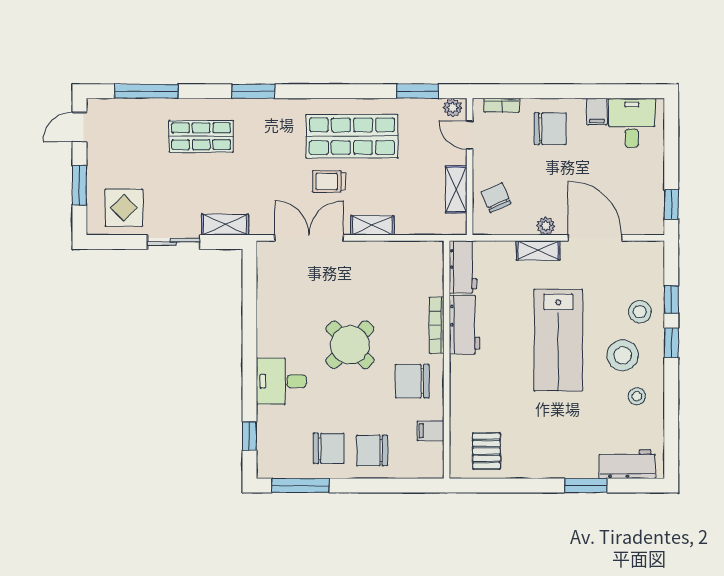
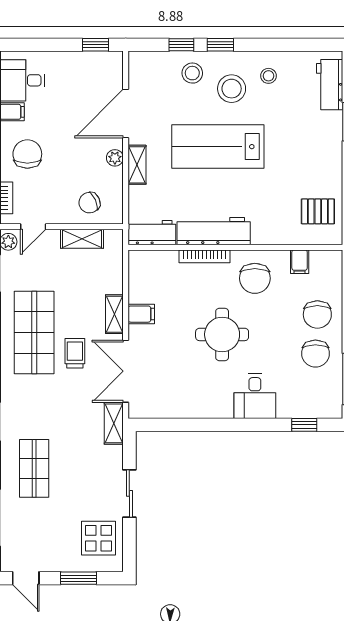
trolley: (329, 181) -> (75, 353), turned 180
shelving: (225, 225) -> (114, 423), moved
filing cabinet: (373, 255) -> (141, 314), added
workbench: (465, 324) -> (214, 231), width x1.37
lab bench: (558, 340) -> (218, 147), turned 180
round table: (350, 345) -> (222, 334), turned 45
chair: (329, 448) -> (315, 354), turned 180

